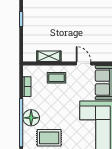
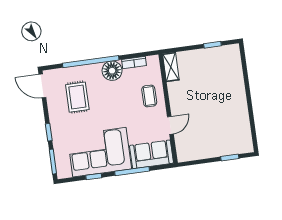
shelving: (49, 56) -> (171, 67), moved
floor lamp: (31, 118) -> (112, 71), moved

